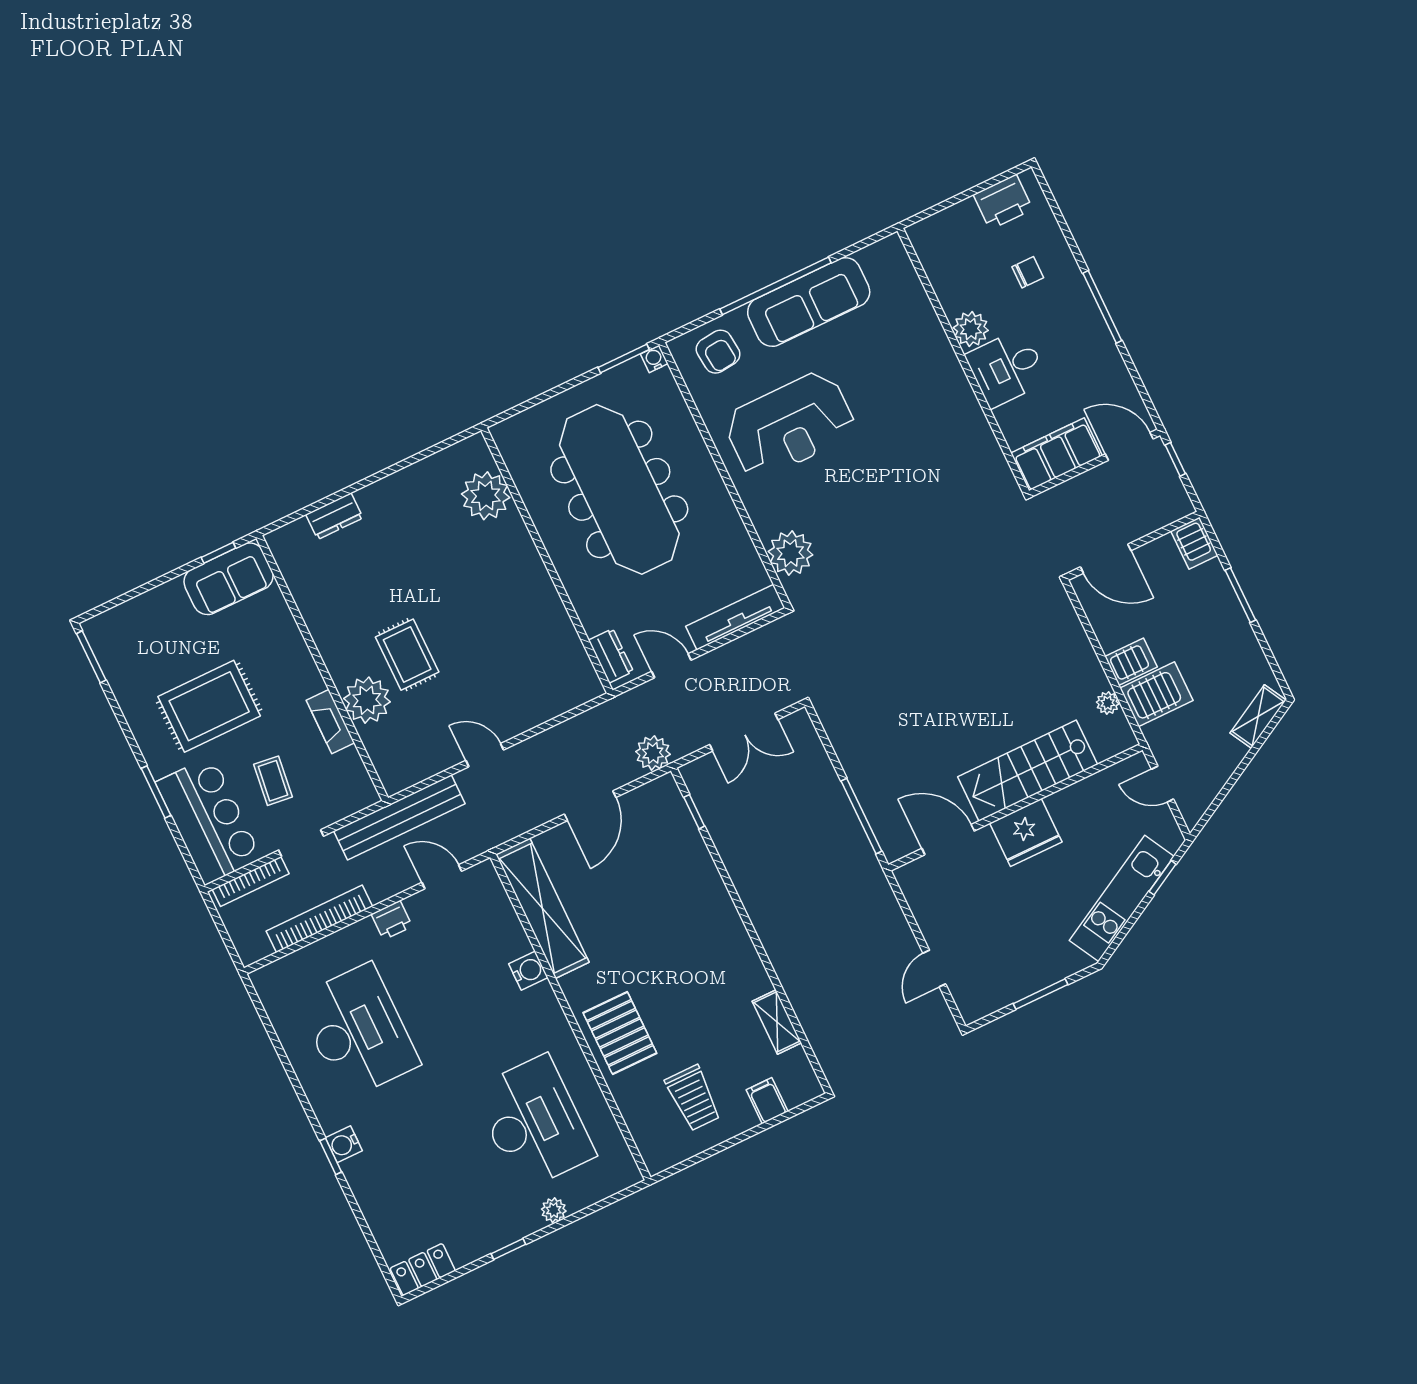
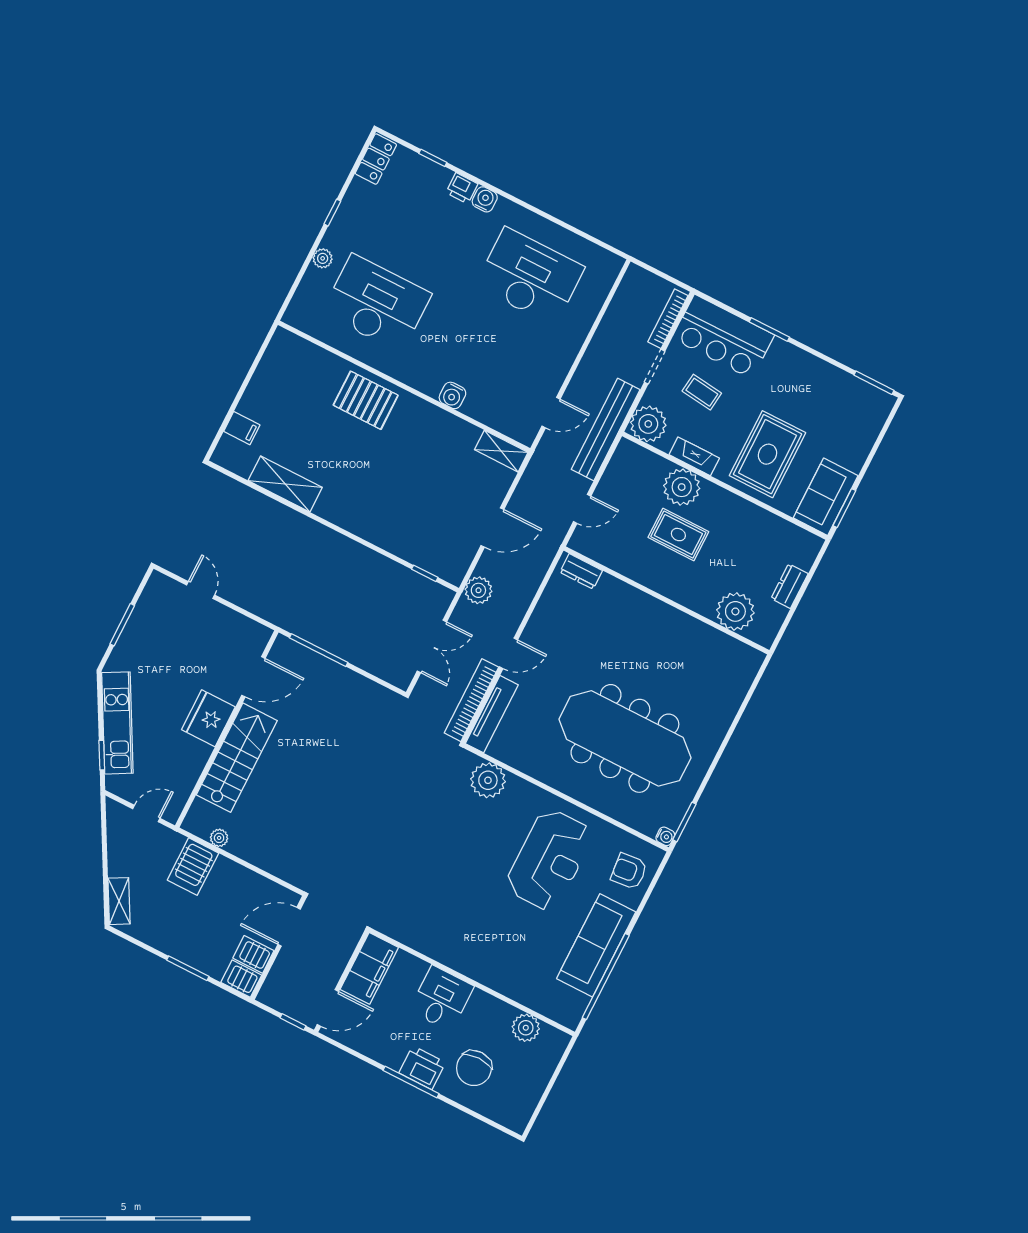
printer: (1003, 202) -> (422, 1068), moved, turned 90
chair: (1028, 272) -> (474, 1068), width x1.87, depth x1.87
window: (776, 286) -> (606, 976), moved
plant: (971, 329) -> (526, 1028), moved
reception desk: (790, 425) -> (549, 860), turned 180
plant: (486, 496) -> (735, 611), moved
window: (218, 553) -> (844, 508), width x1.50
wall: (547, 560) -> (666, 600), moved
dresser: (611, 656) -> (581, 571), moved
server rack: (1131, 662) -> (253, 954), moved, turned 90
rug: (209, 706) -> (767, 454), moved
double door: (744, 732) -> (432, 646), swing flipped
plant: (352, 790) -> (648, 424), added
door: (590, 806) -> (492, 528), swing flipped
shelving: (542, 908) -> (501, 451), width x0.45, depth x0.75
bookcase: (319, 919) -> (471, 700), moved, turned 180
printer: (392, 920) -> (462, 188), moved, turned -90
shelving: (777, 1022) -> (285, 484), width x1.50, depth x1.33
desk: (358, 1031) -> (530, 277), turned 180
trolley: (693, 1098) -> (289, 395), removed
desk: (534, 1123) -> (377, 303), turned 180
window: (331, 1156) -> (433, 158), moved

